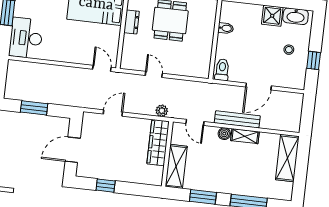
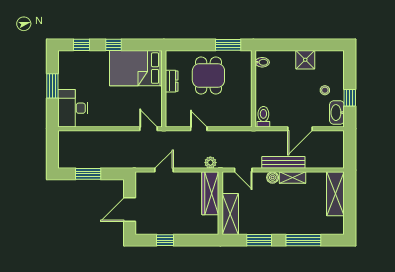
washbasin: (296, 16) -> (337, 113), moved, turned 90
bidet: (226, 28) -> (262, 62), moved

